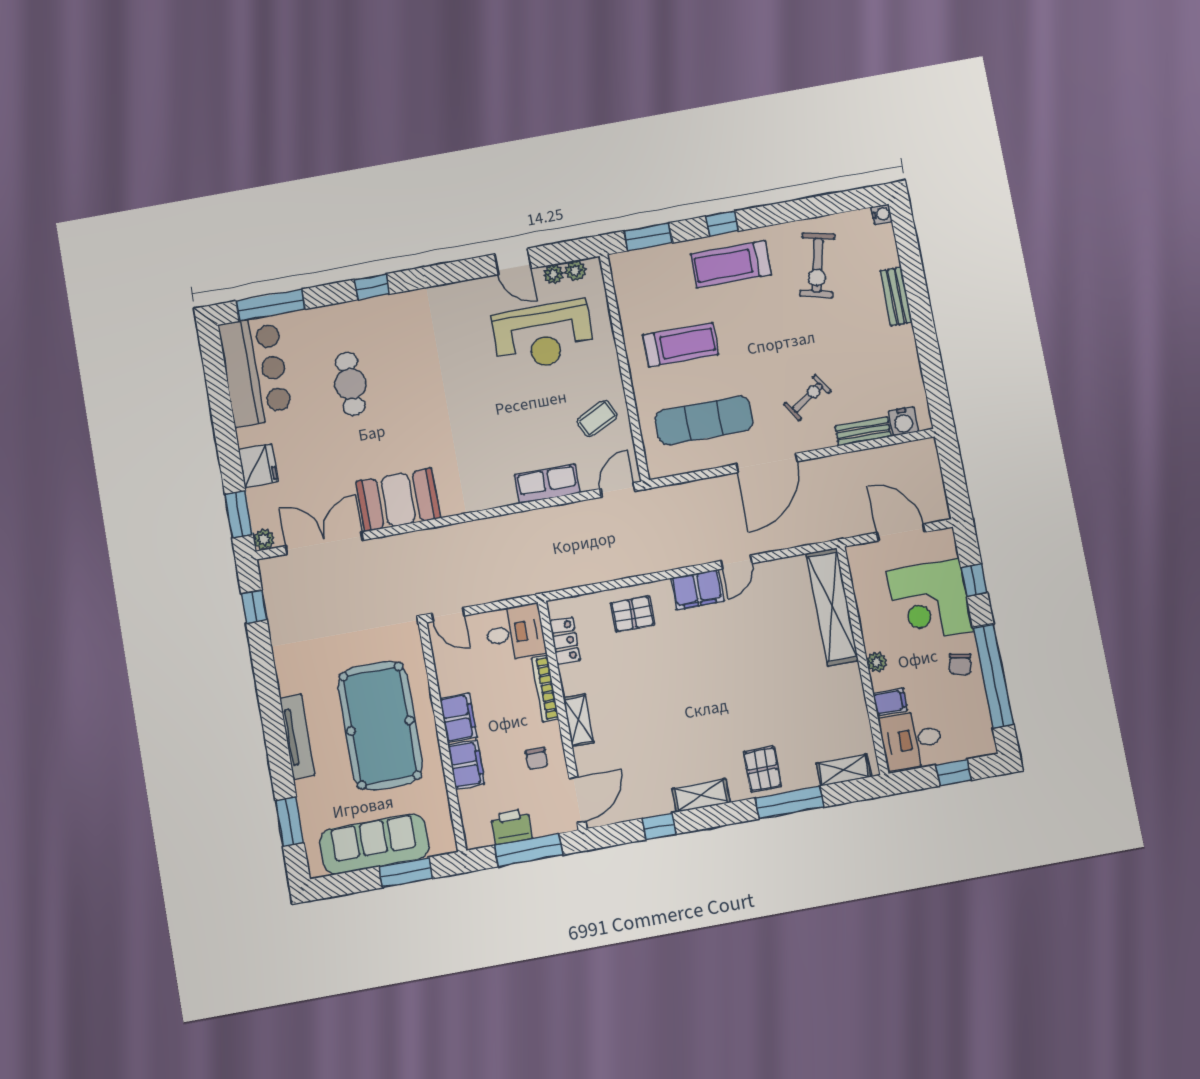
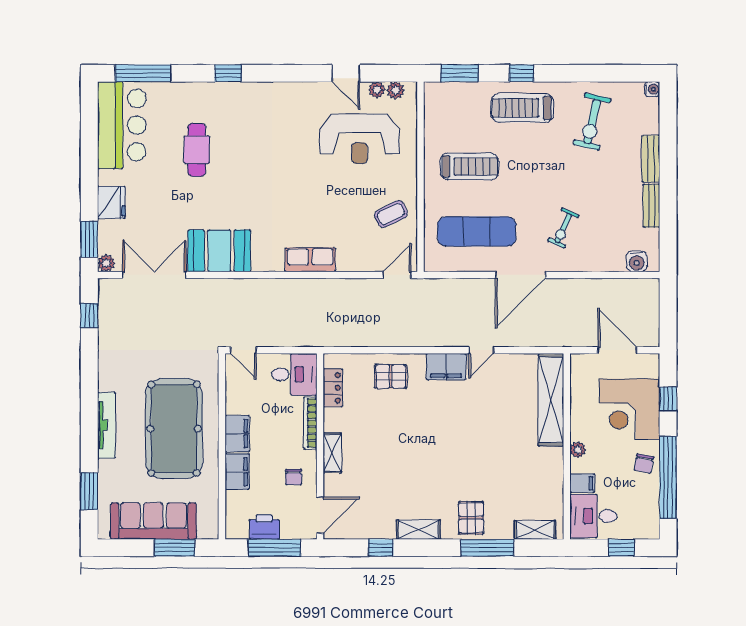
exercise bike: (807, 398) -> (563, 228), turned 147
bench: (863, 431) -> (651, 206), moved, turned 90
row of seats: (547, 484) -> (310, 260), moved

